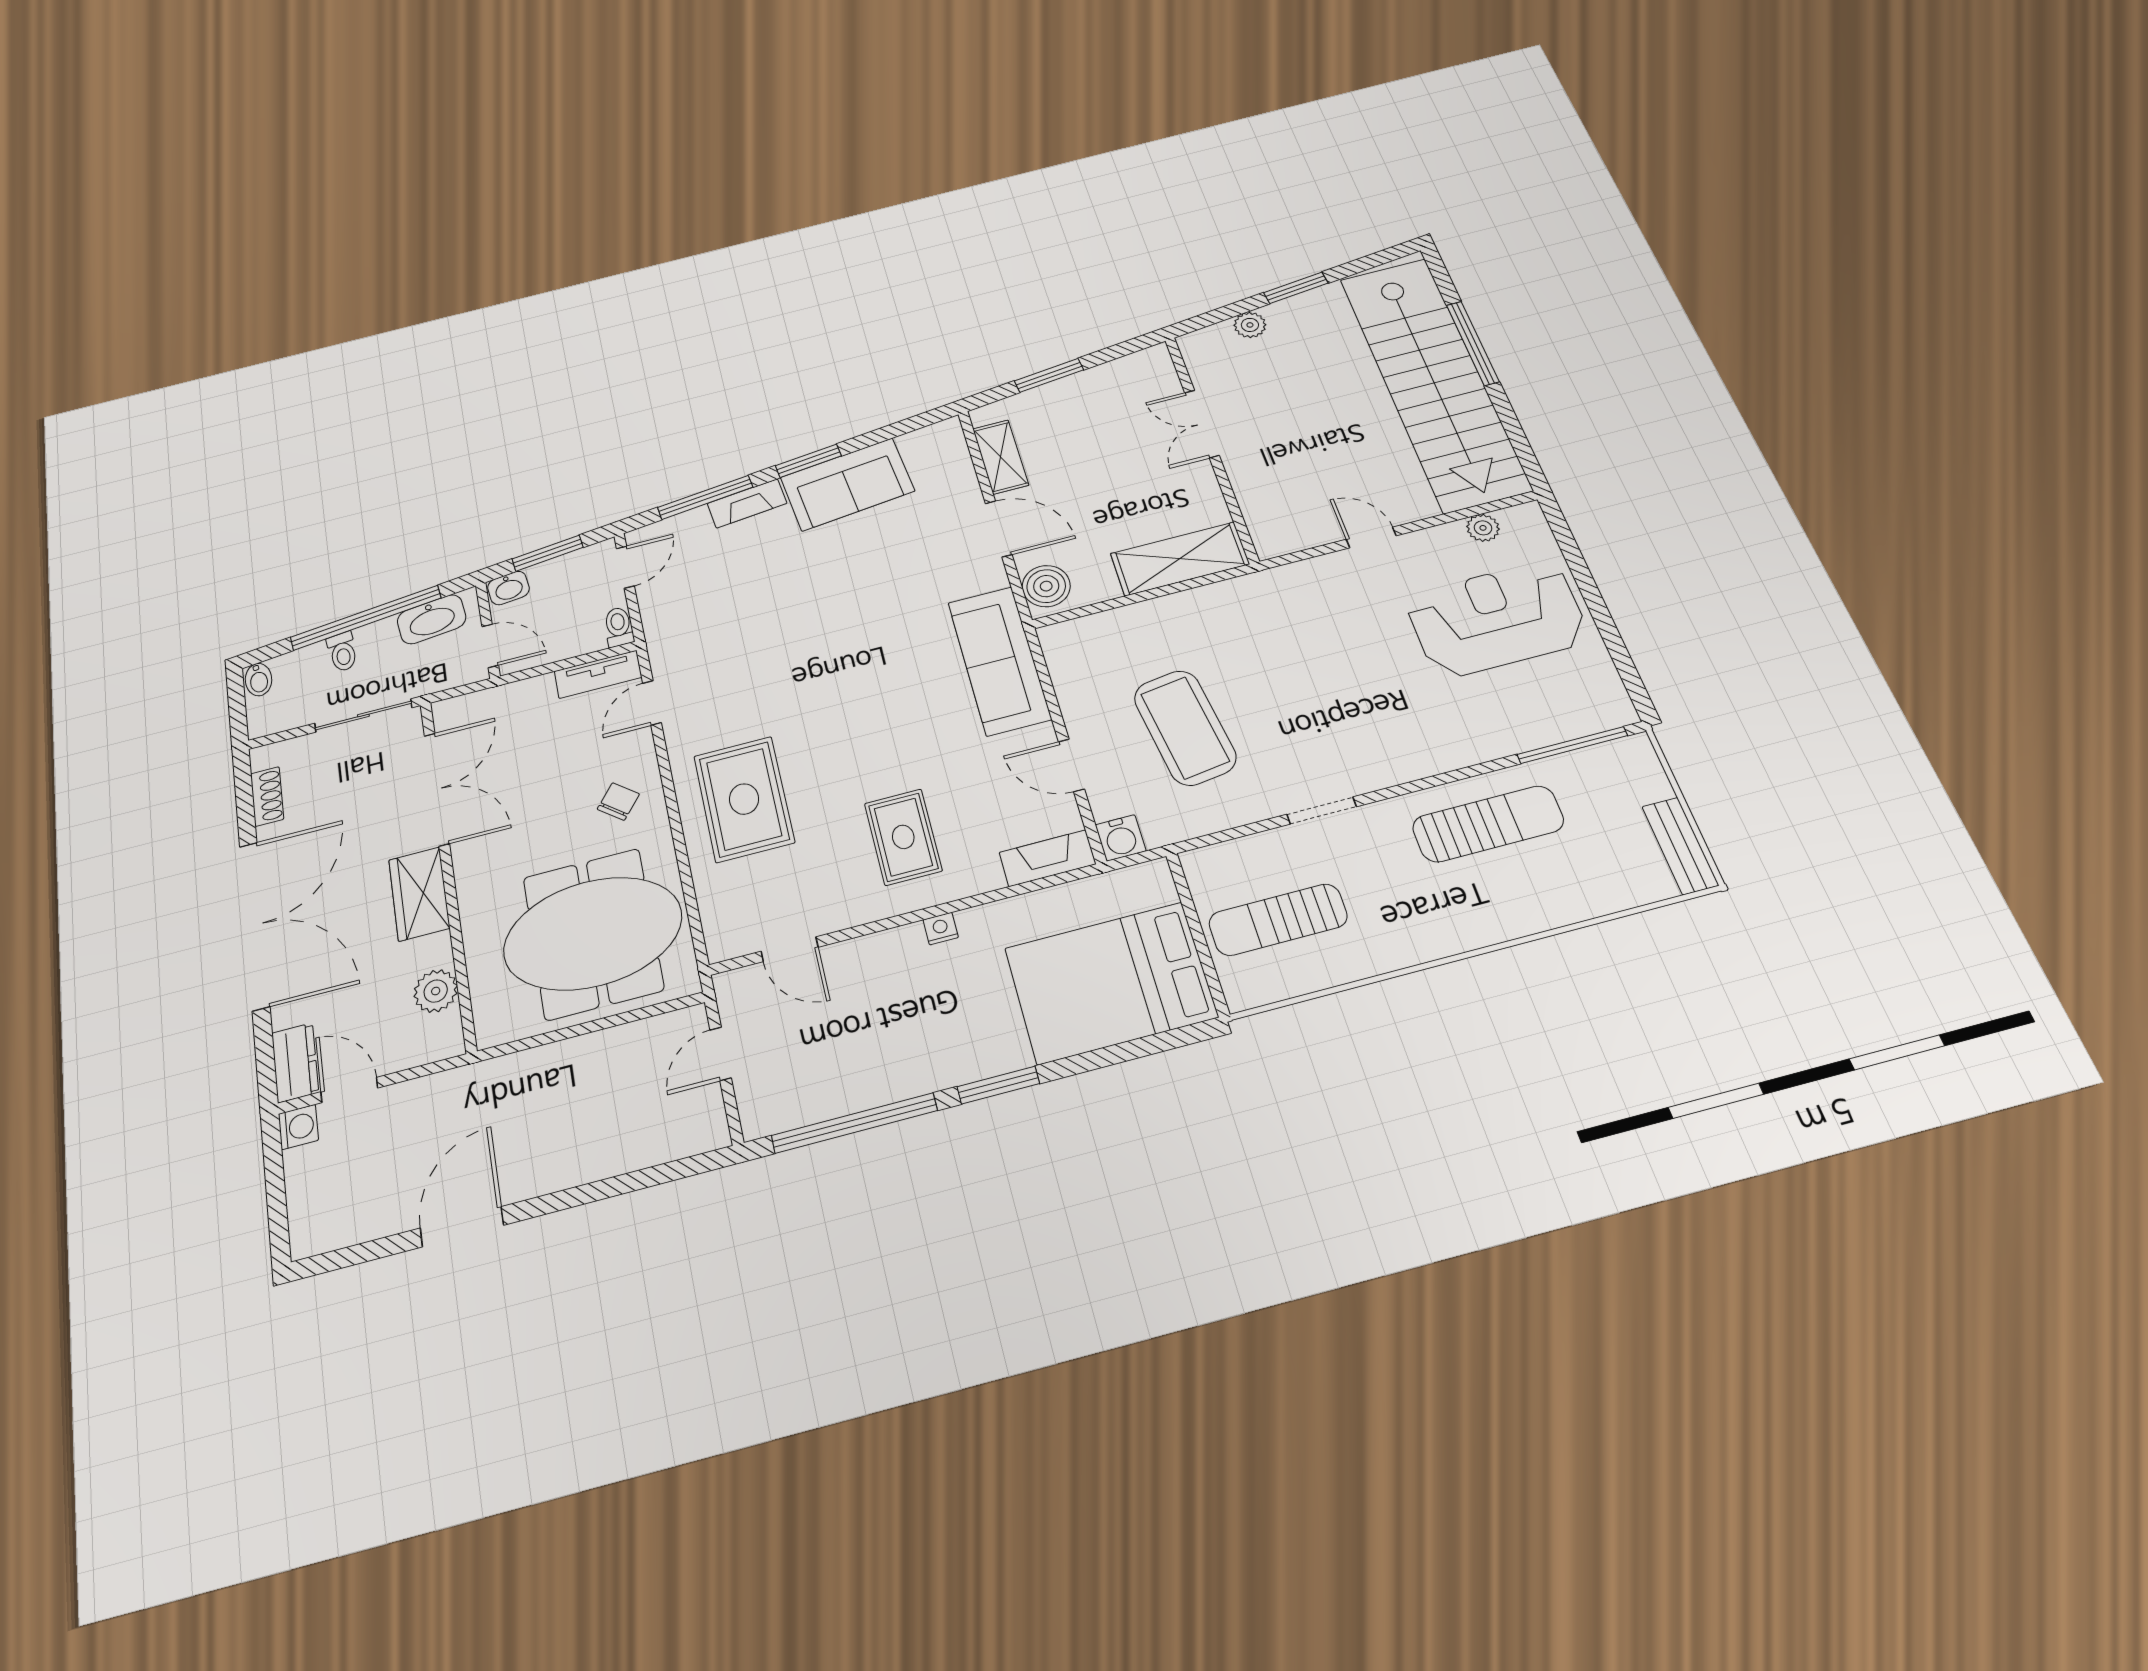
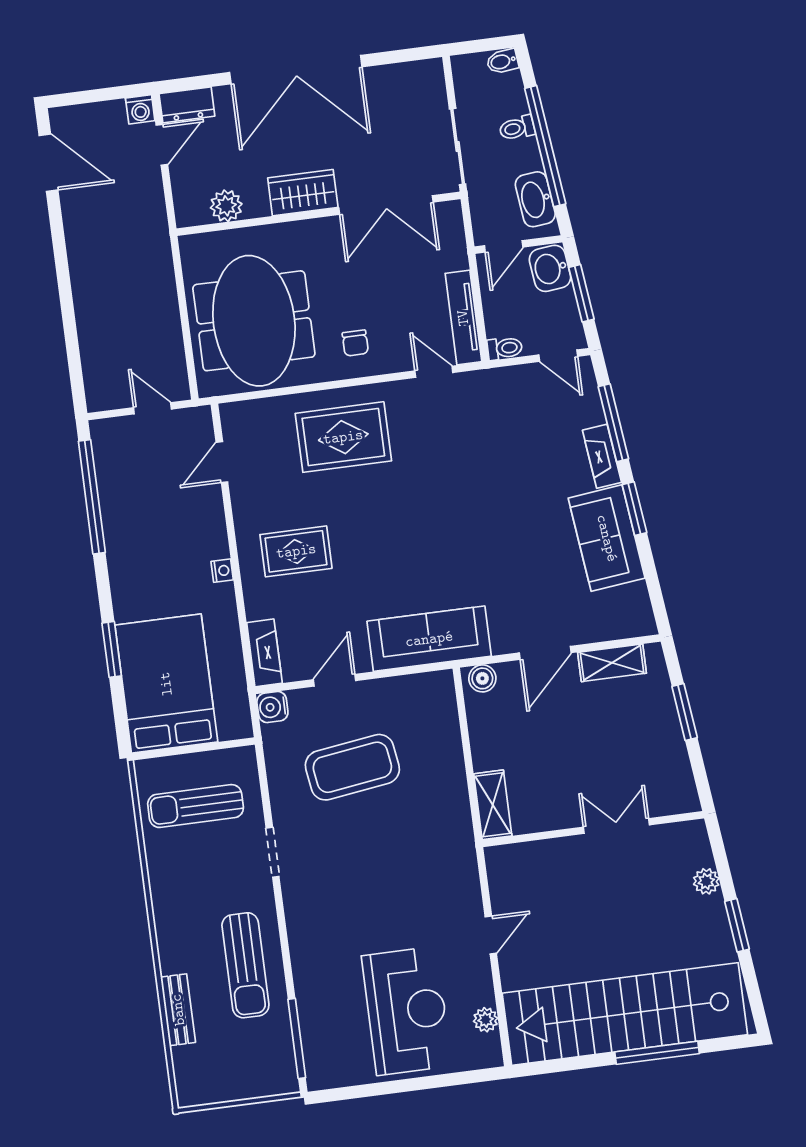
shelving: (1180, 559) -> (493, 805), width x0.67, depth x0.75
boiler: (1046, 586) -> (482, 678), width x0.73, depth x0.73
washbasin: (508, 588) -> (550, 268), width x1.38, depth x1.45
tv unit: (598, 674) -> (463, 318), width x1.41
shoe rack: (267, 796) -> (400, 74), removed
chair: (618, 802) -> (355, 343), turned 51
bench: (1680, 846) -> (178, 1010), moved, turned 90
sun lounger: (1278, 920) -> (196, 806), turned -90
window: (998, 1085) -> (112, 649), moved
door: (462, 1227) -> (48, 163), moved

